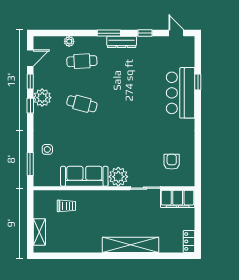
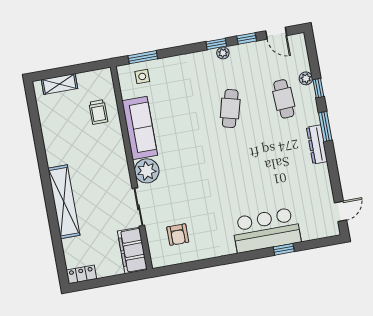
window: (145, 33) -> (318, 88), moved
plant: (42, 98) -> (223, 53), width x0.53, depth x0.53
side table: (47, 149) -> (142, 76), moved
armchair: (172, 162) -> (178, 235), turned 90

